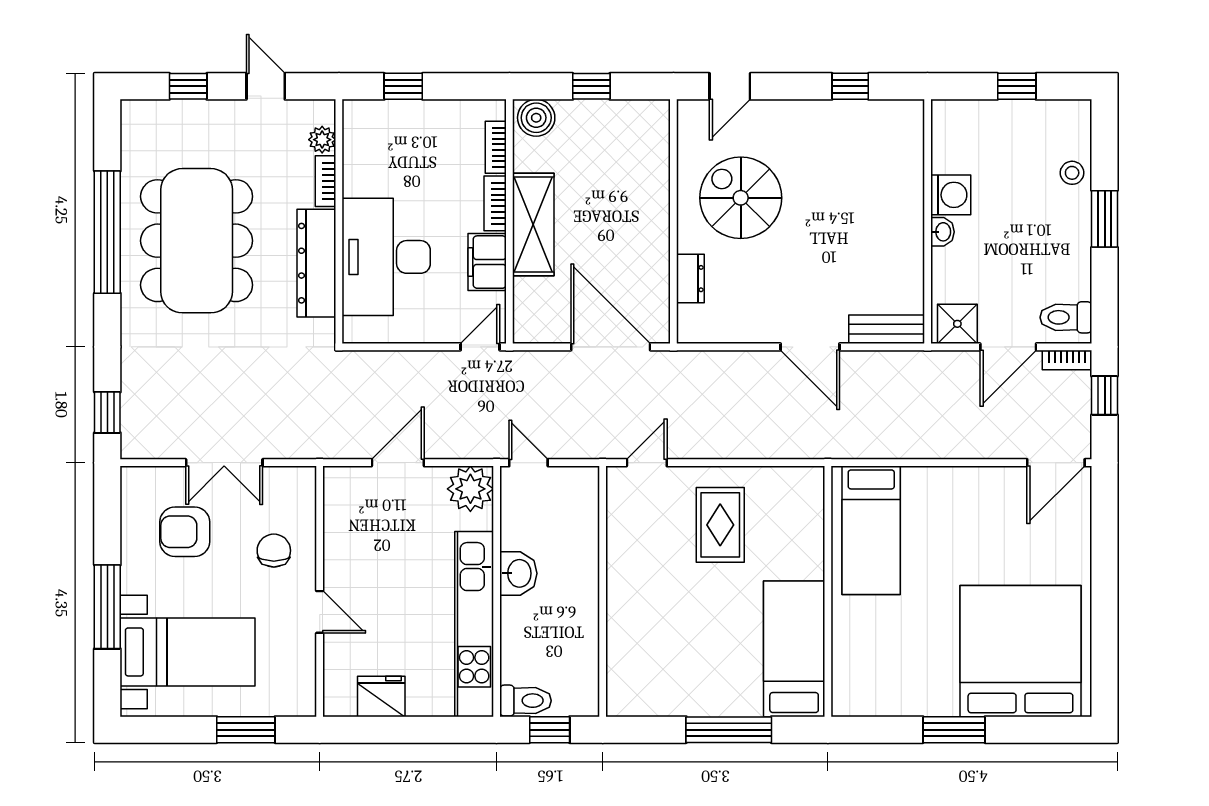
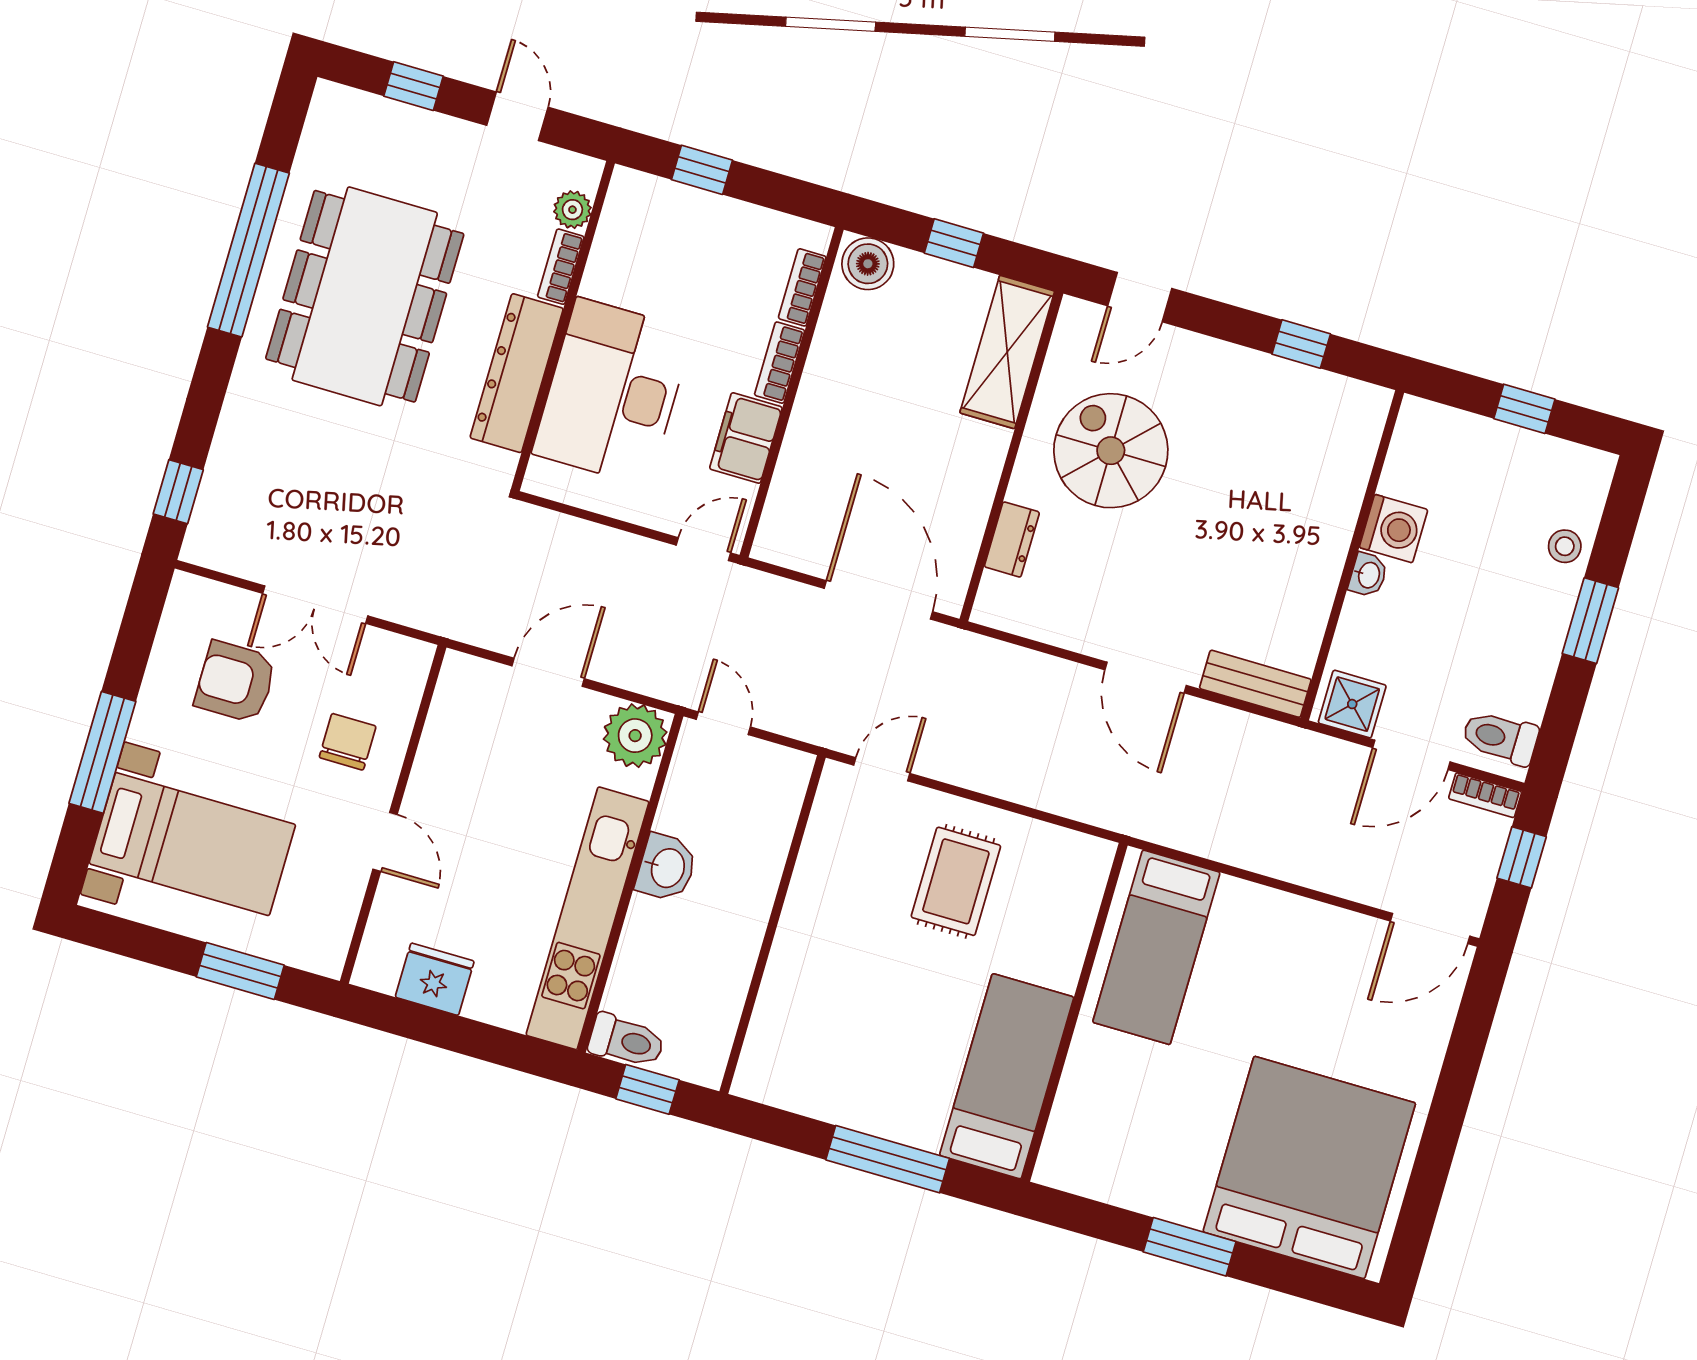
shelving: (533, 225) -> (1007, 352), moved

